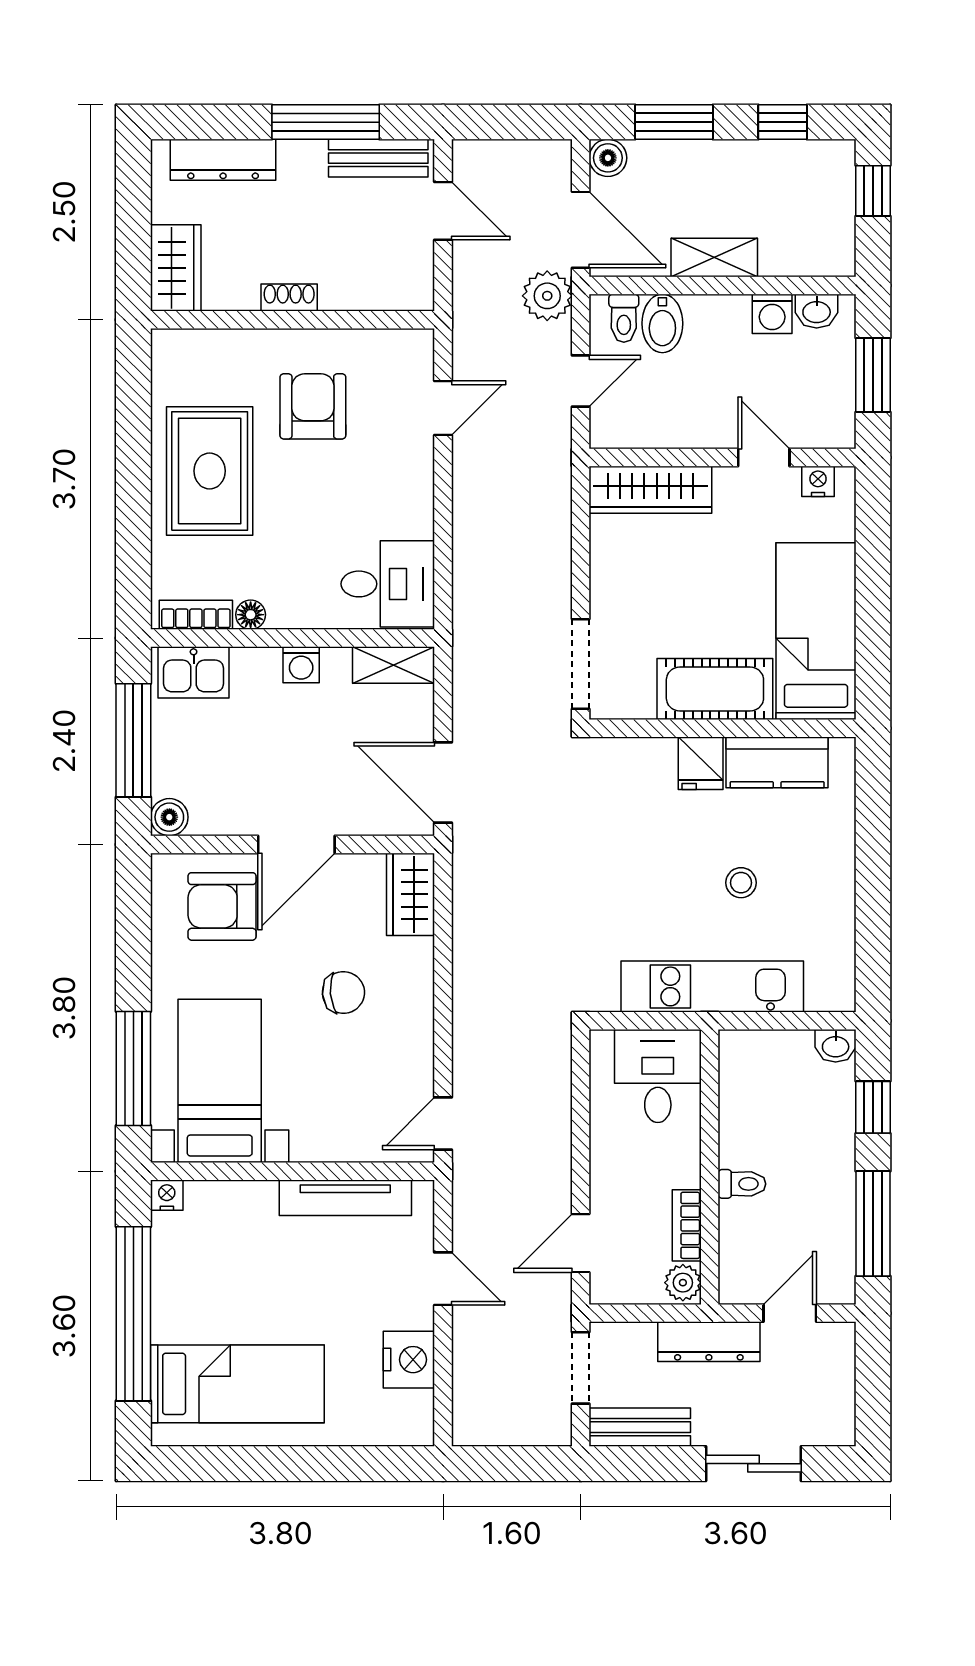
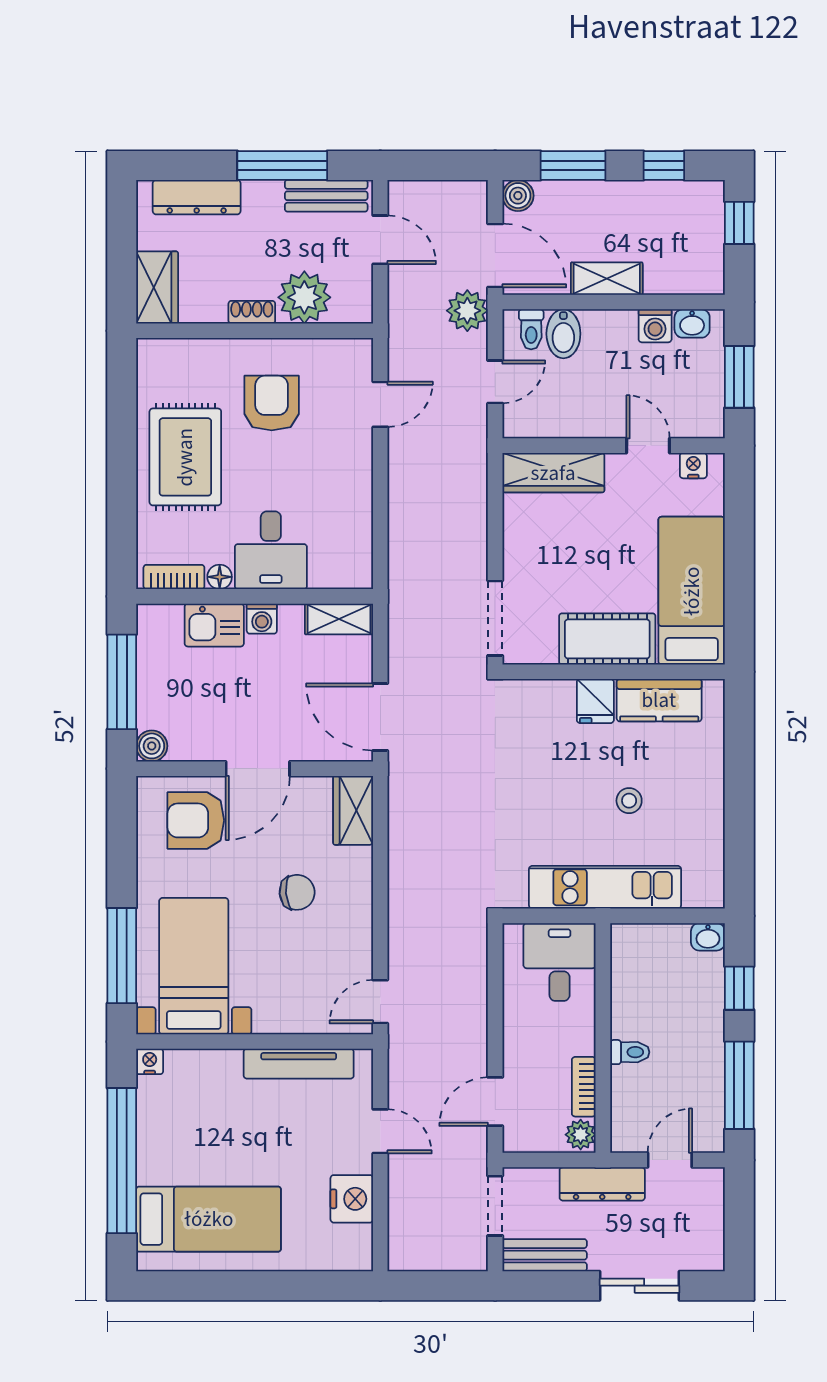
plant: (352, 280) -> (304, 297), added
desk: (388, 584) -> (271, 550), moved, turned 90
kitchen sink: (194, 672) -> (214, 625), moved

